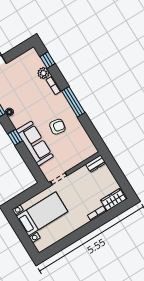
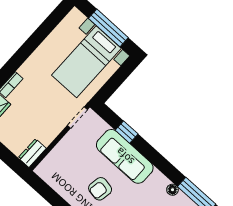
window: (15, 137) -> (127, 132), moved
window: (21, 232) -> (108, 28), added

